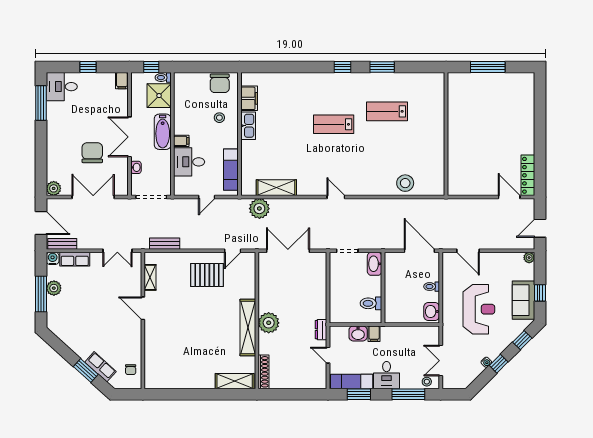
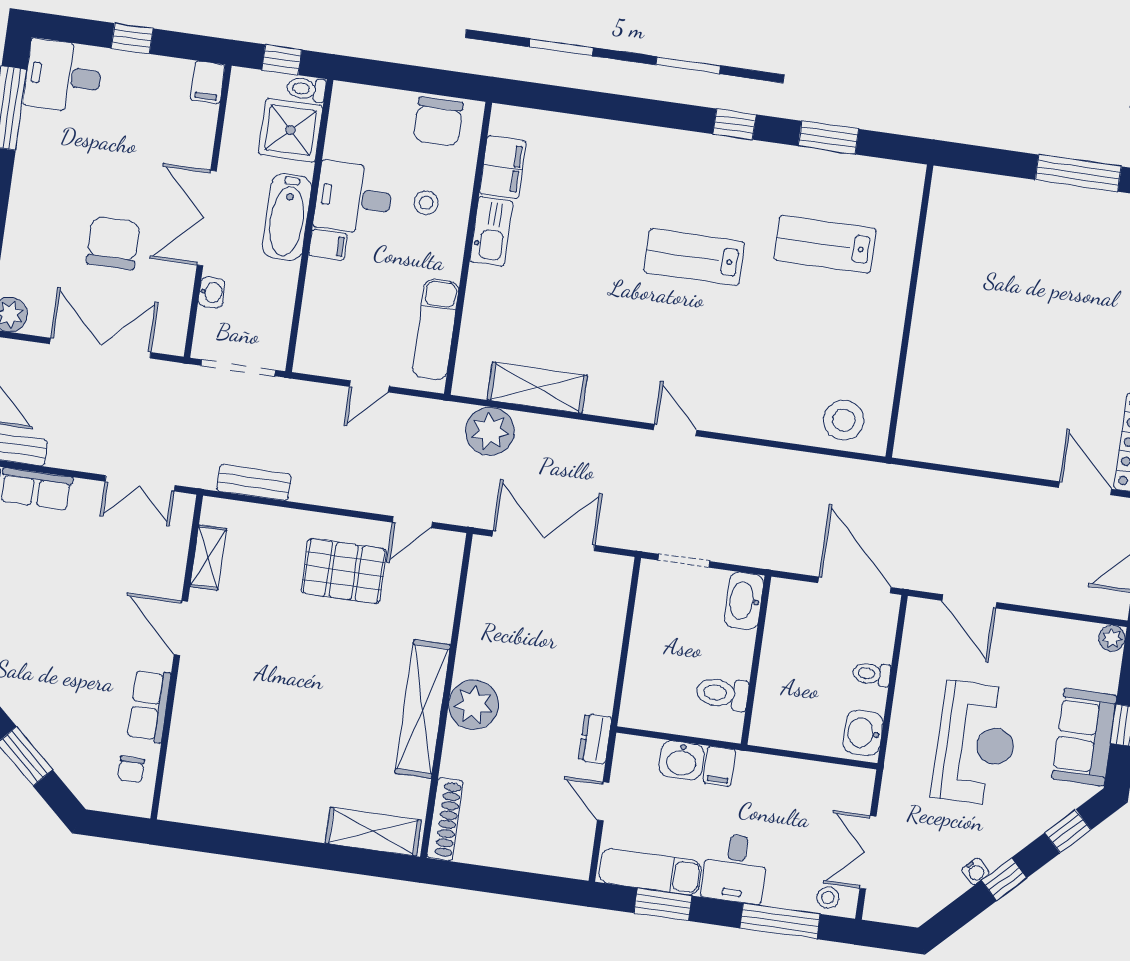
wall: (446, 134) -> (909, 311), moved
desk: (189, 162) -> (354, 198), moved
row of seats: (100, 367) -> (149, 706), moved, turned -132

